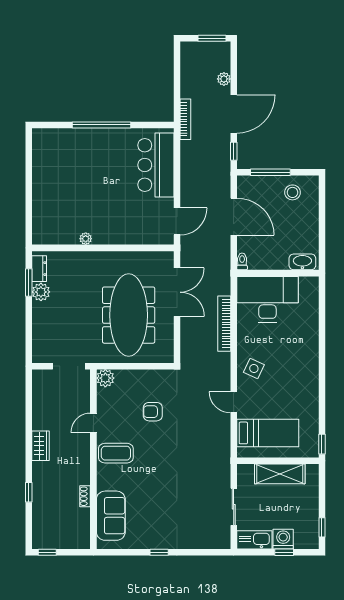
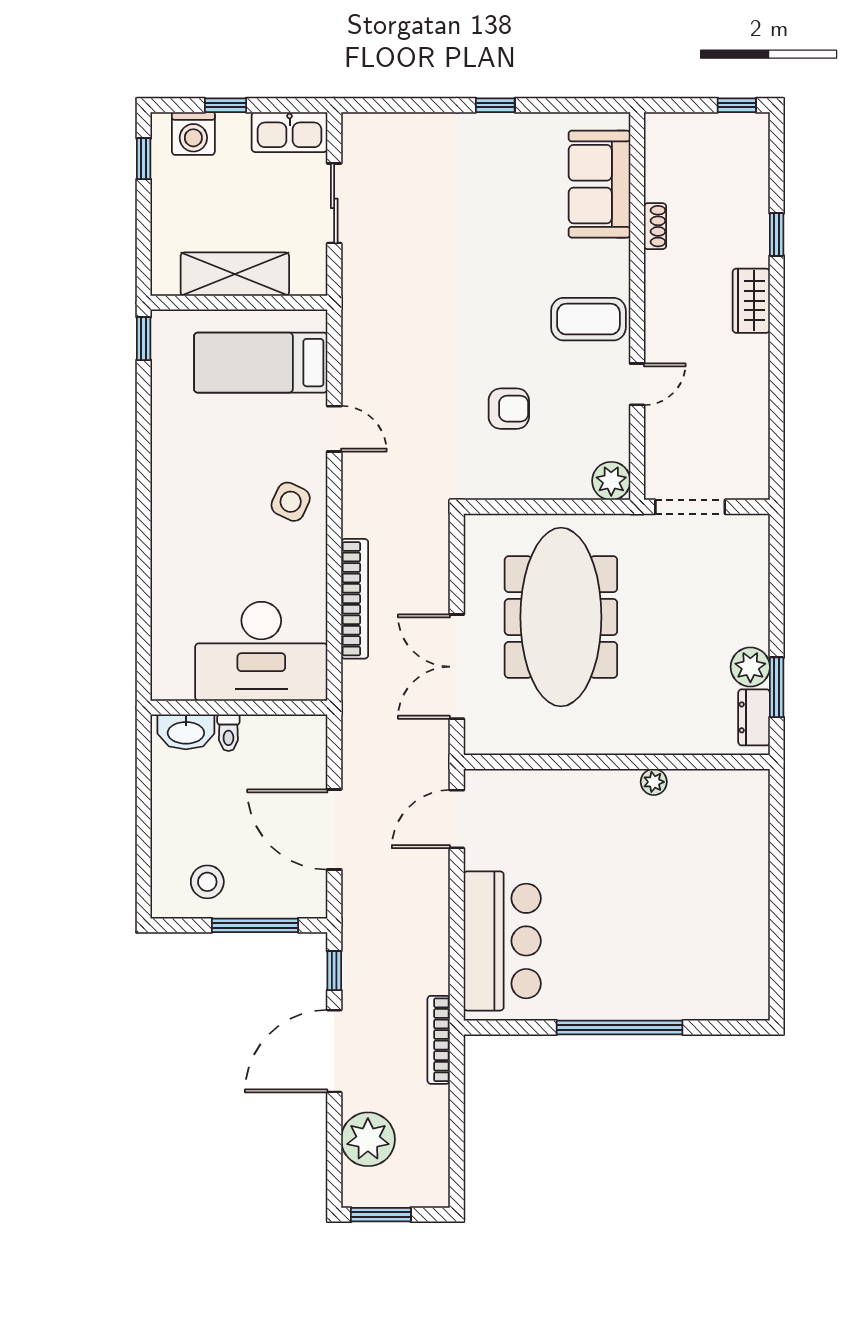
plant: (224, 79) -> (368, 1139), width x1.88, depth x1.88
toilet: (242, 261) -> (228, 733), moved
wardrobe: (40, 446) -> (751, 301), moved
washing machine: (283, 539) -> (193, 133), moved

